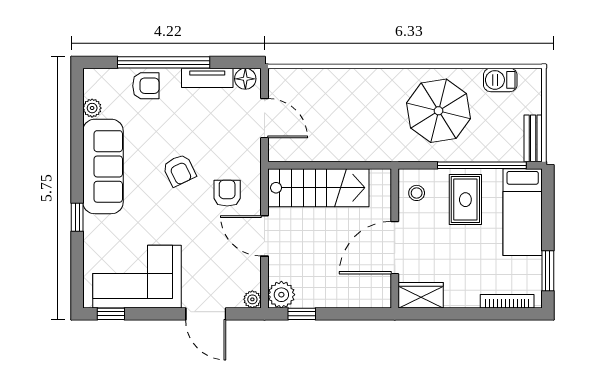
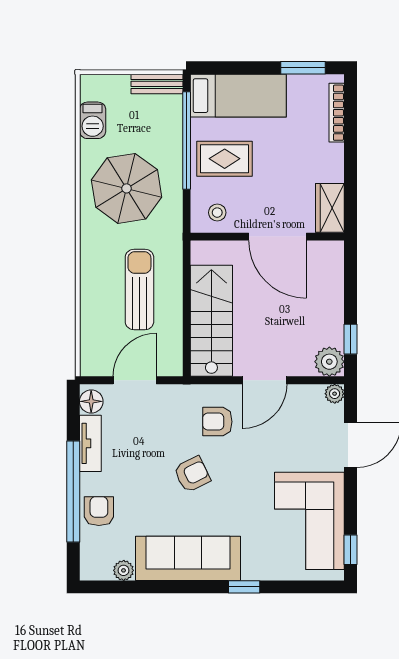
sun lounger: (347, 122) -> (139, 289), added

